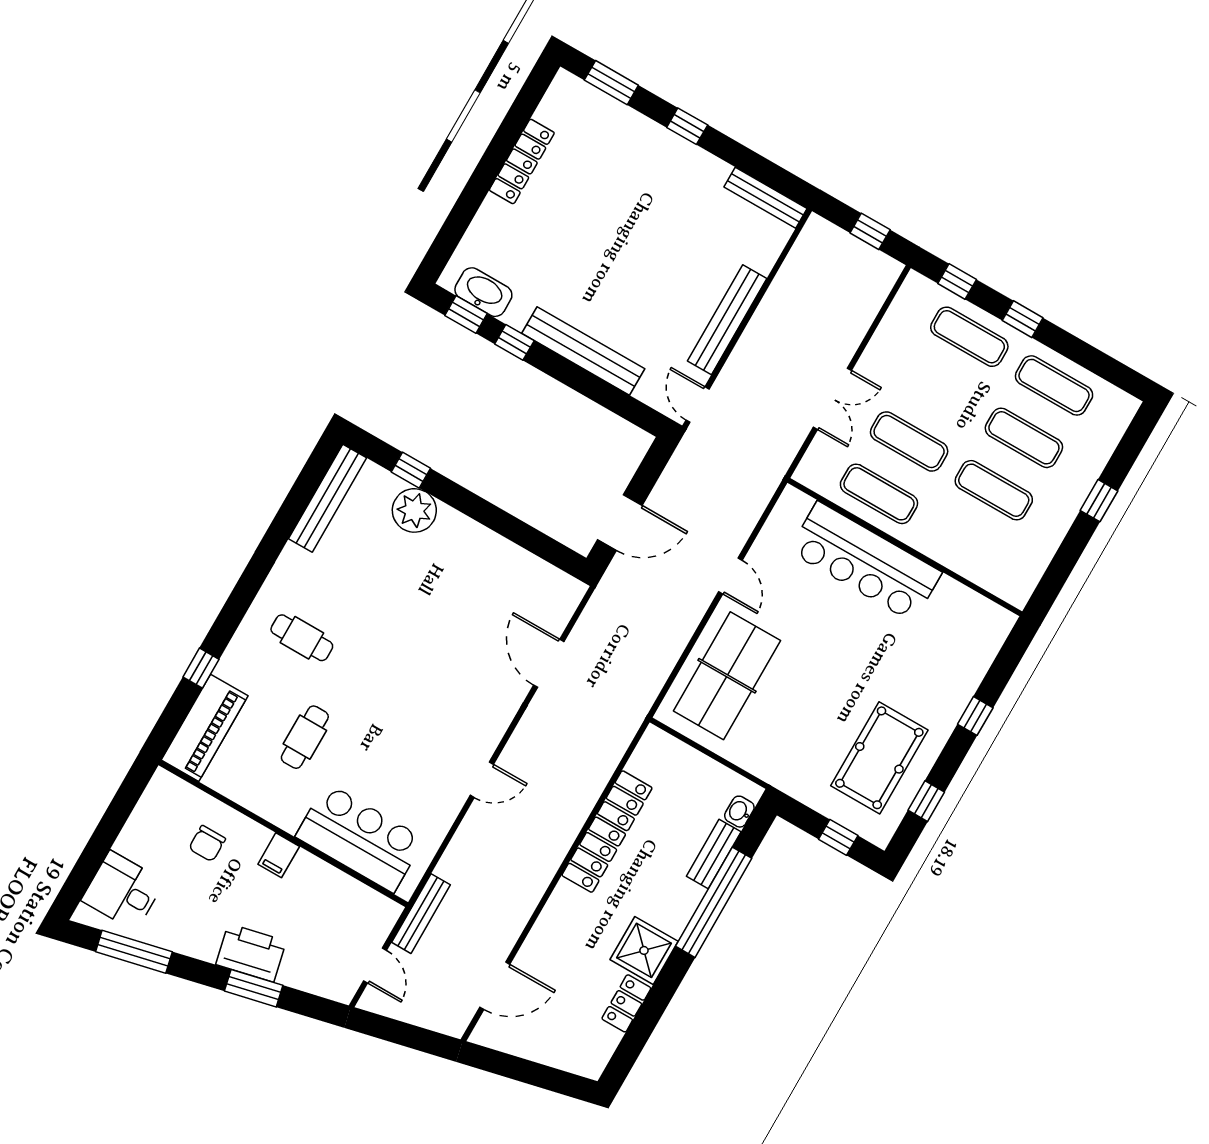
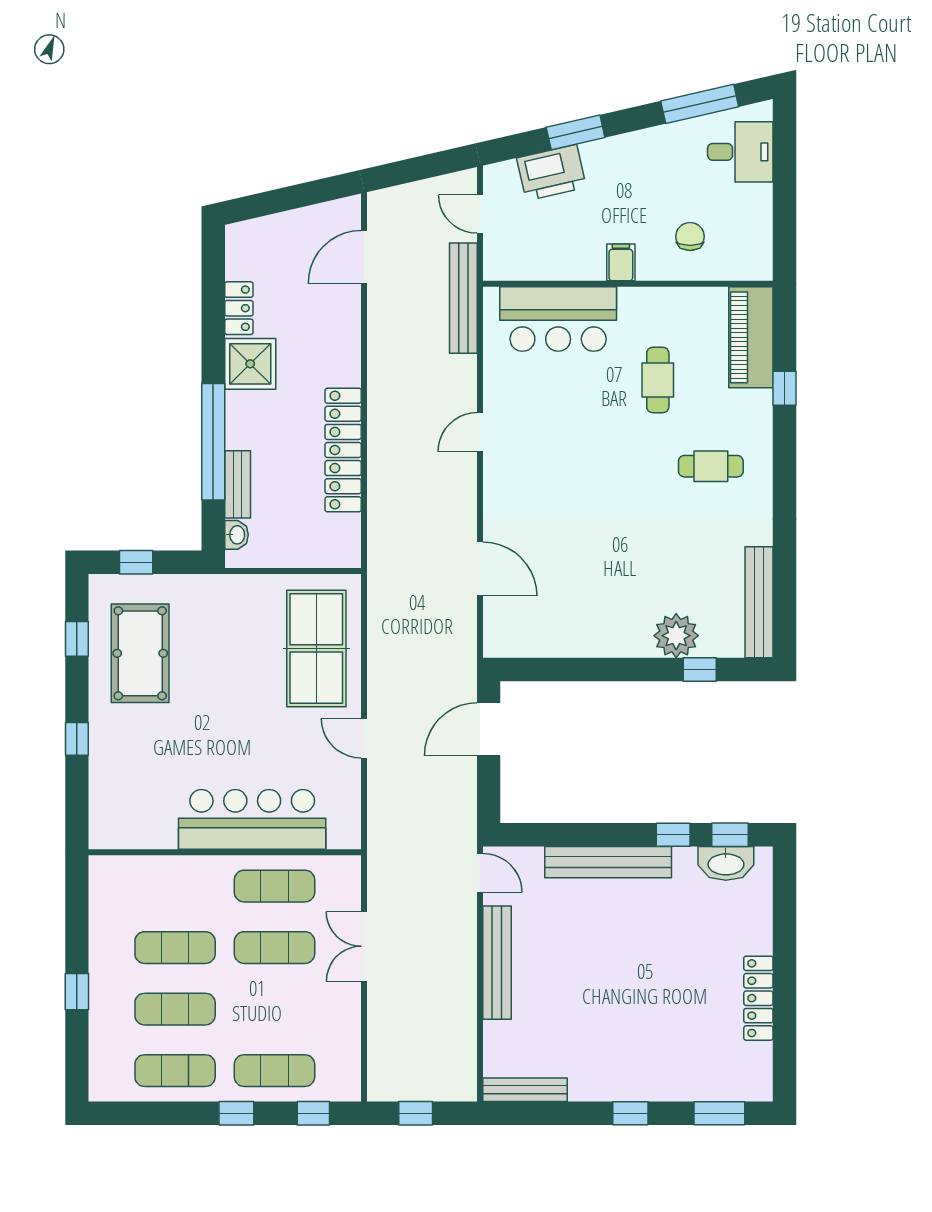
bench: (421, 914) -> (463, 298), width x1.37, depth x1.21
printer: (251, 953) -> (551, 173), moved

